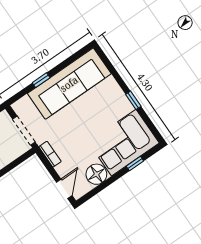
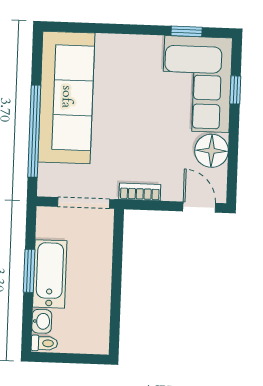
window: (41, 80) -> (34, 131), width x3.17
window: (133, 100) -> (187, 31), moved

